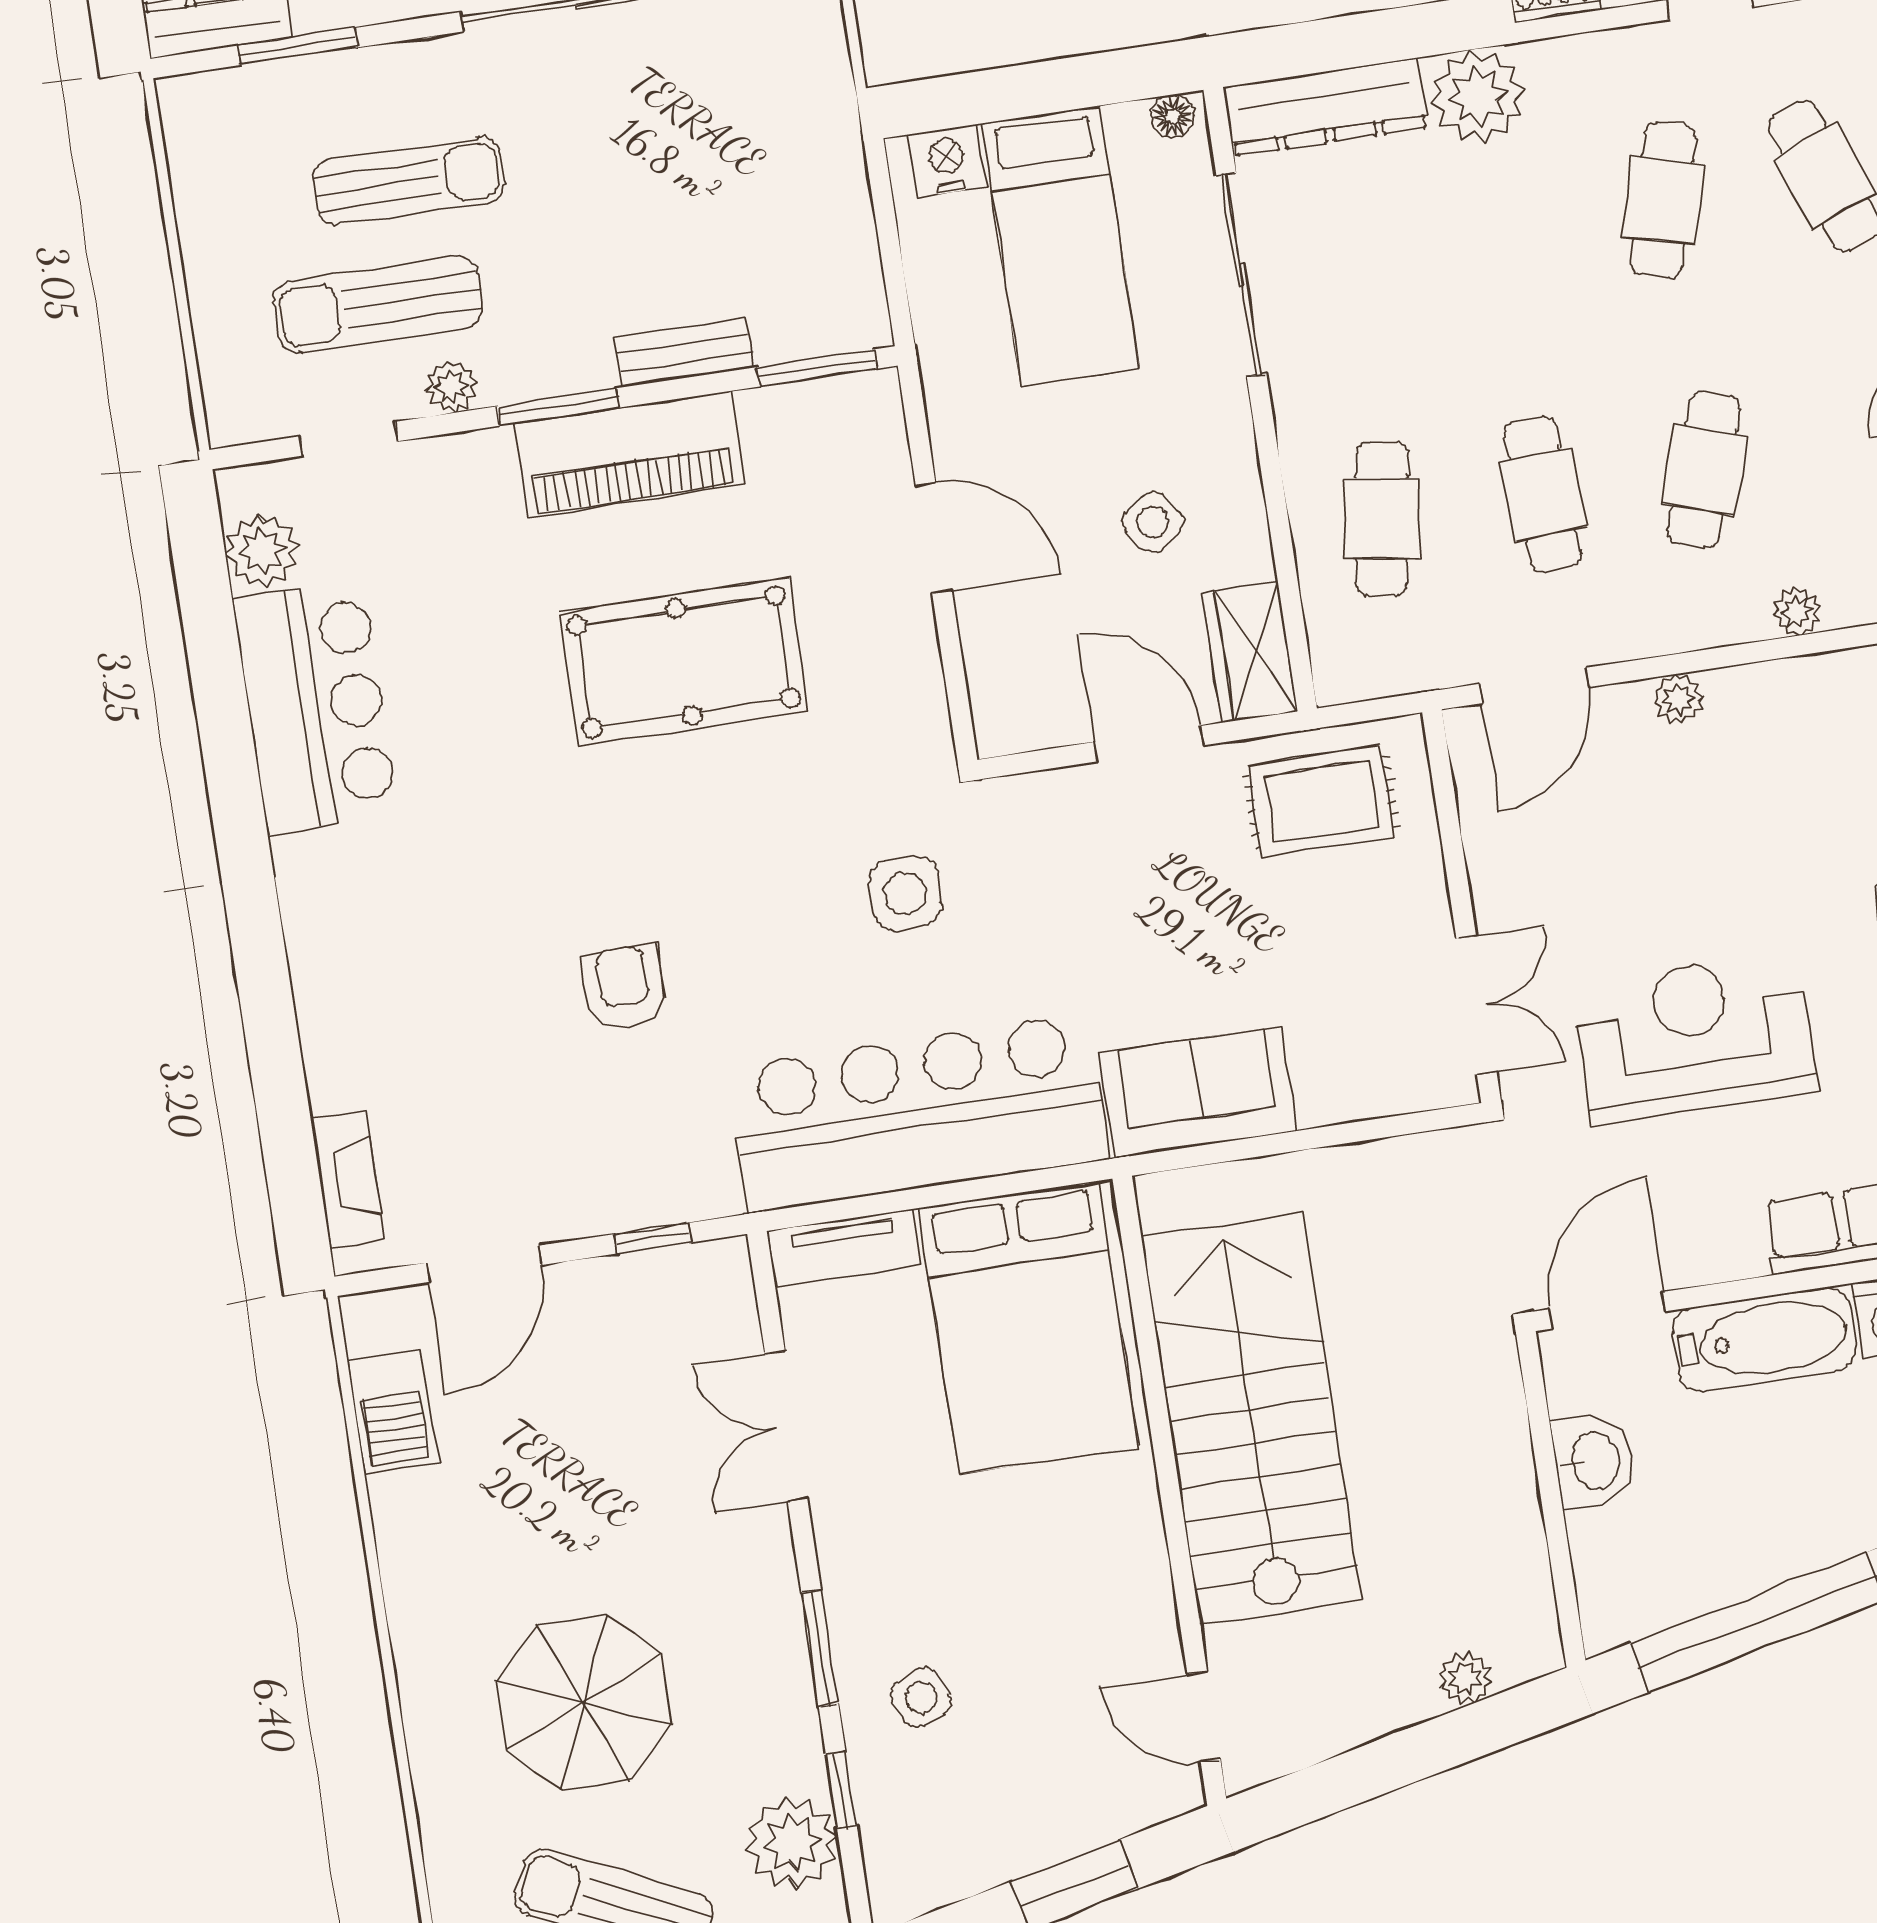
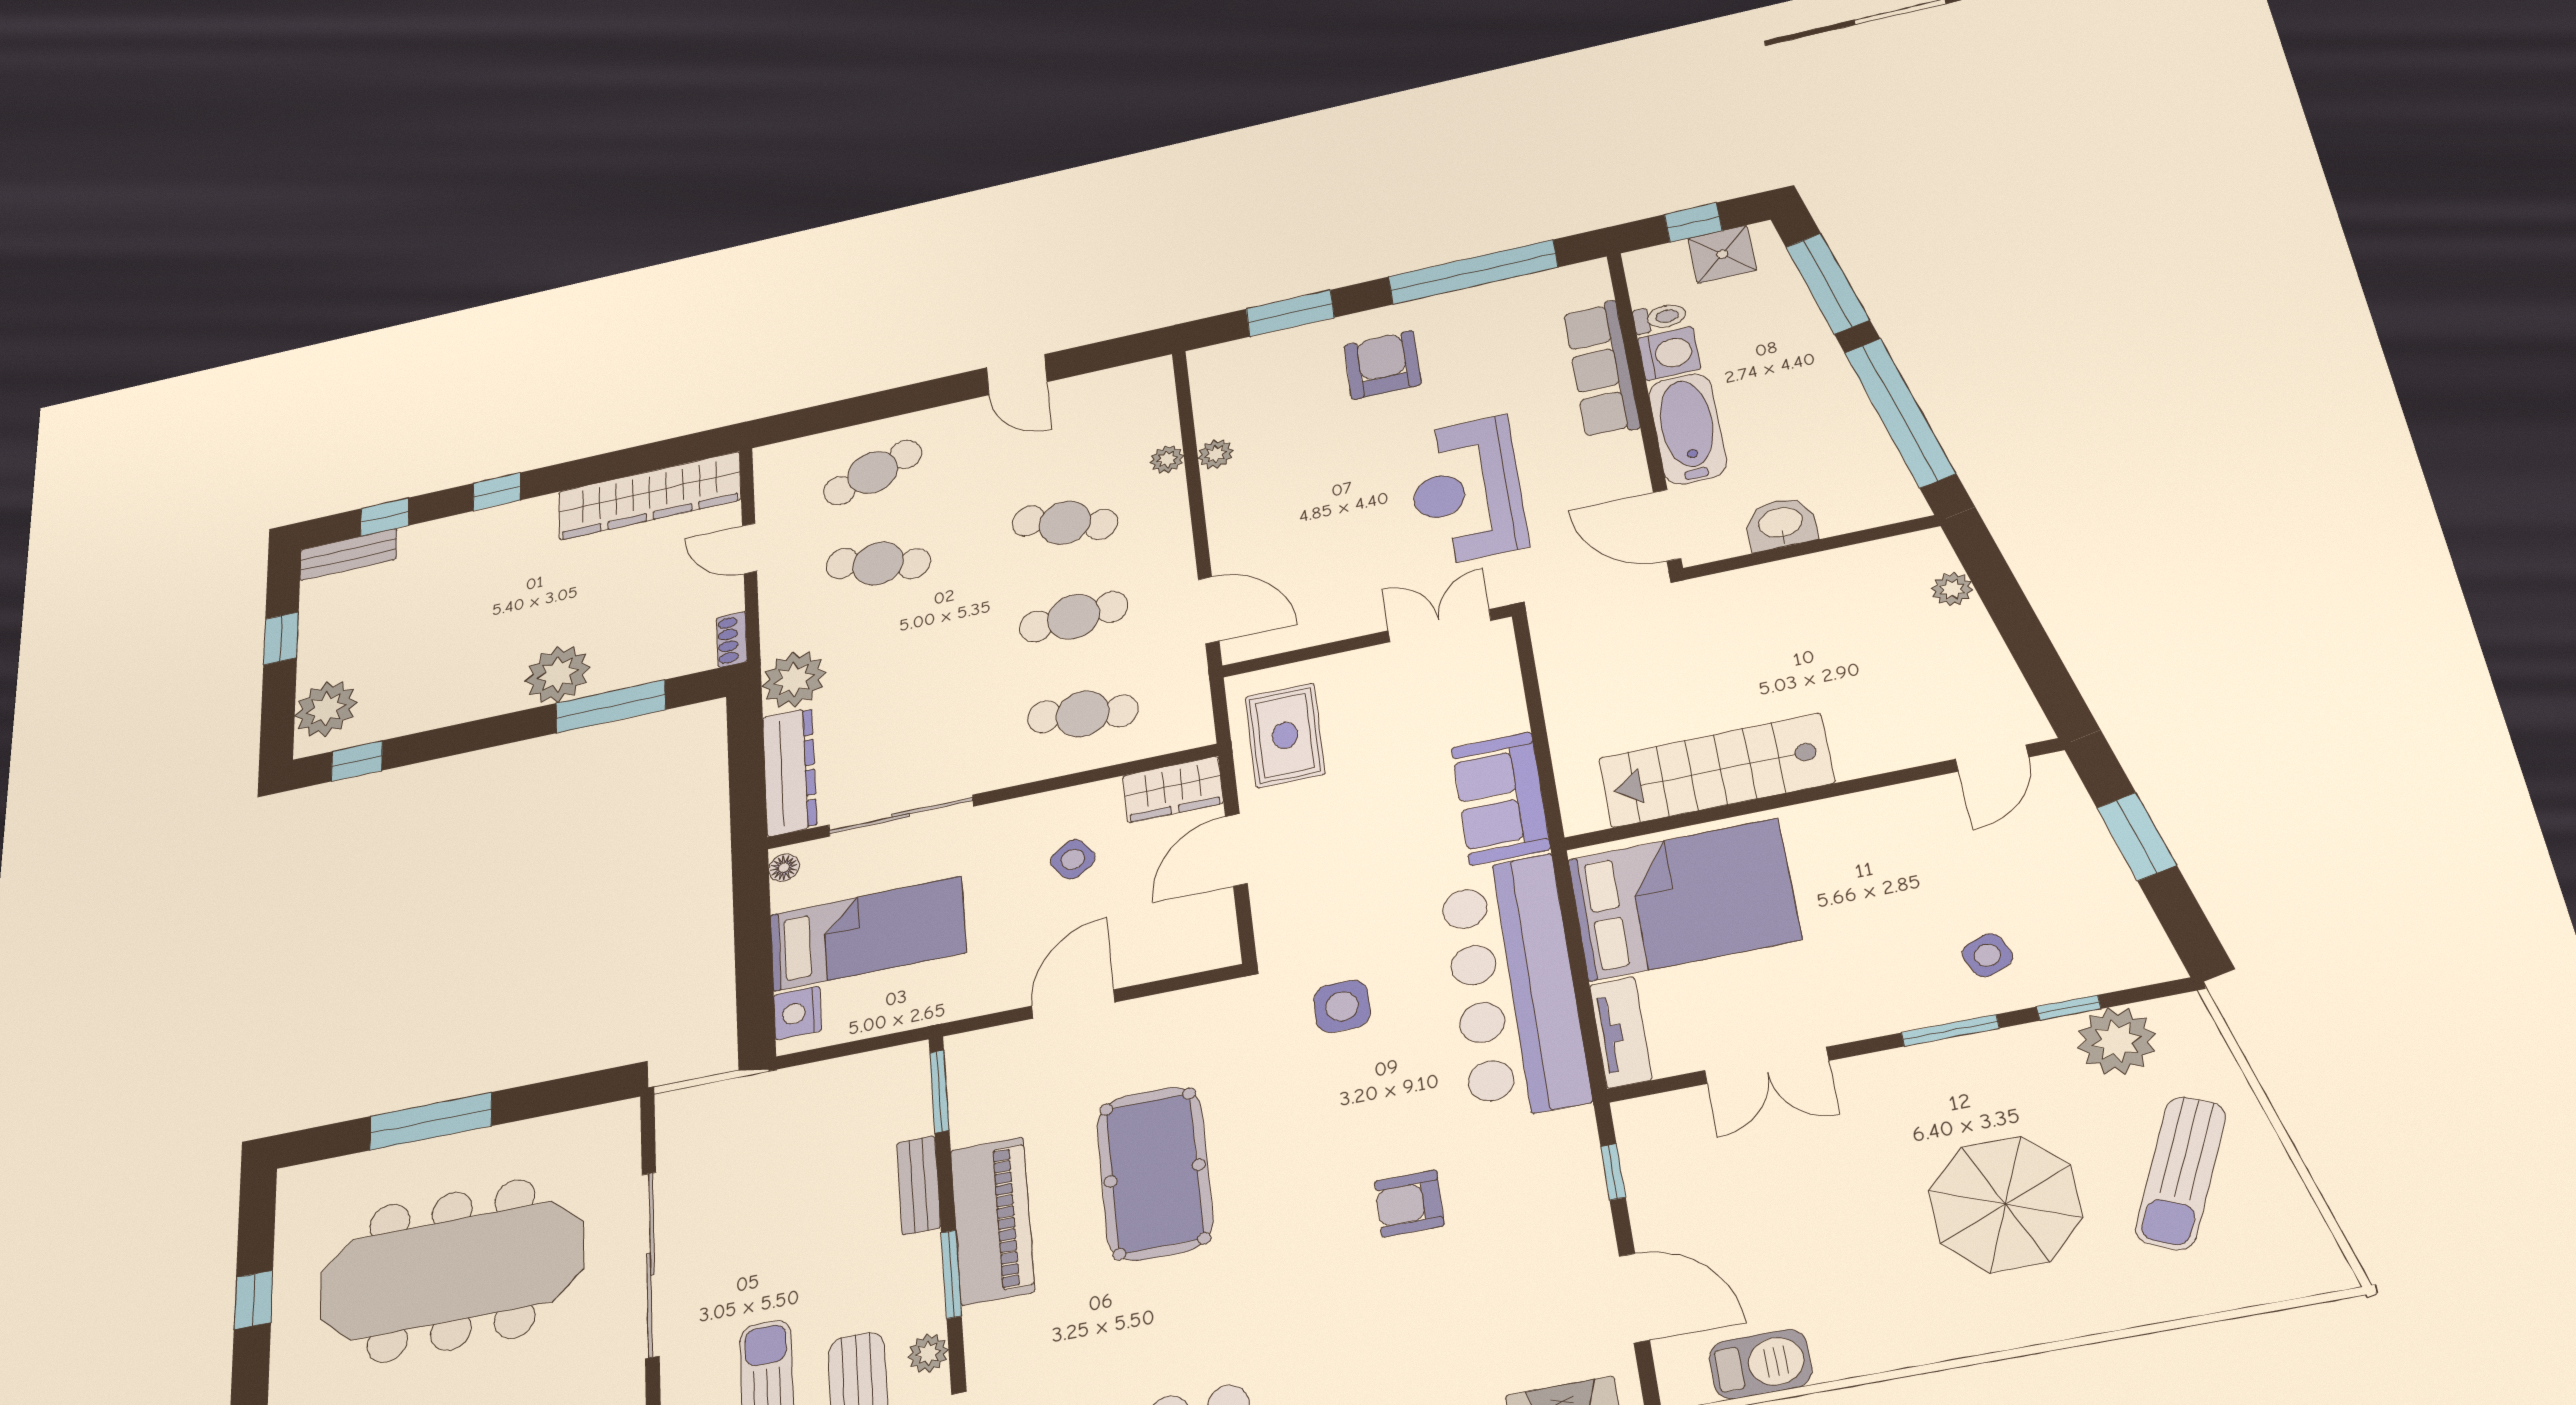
plant: (1678, 699) -> (1216, 454), moved
stairs: (1251, 1418) -> (1716, 770), width x0.73, depth x0.66

